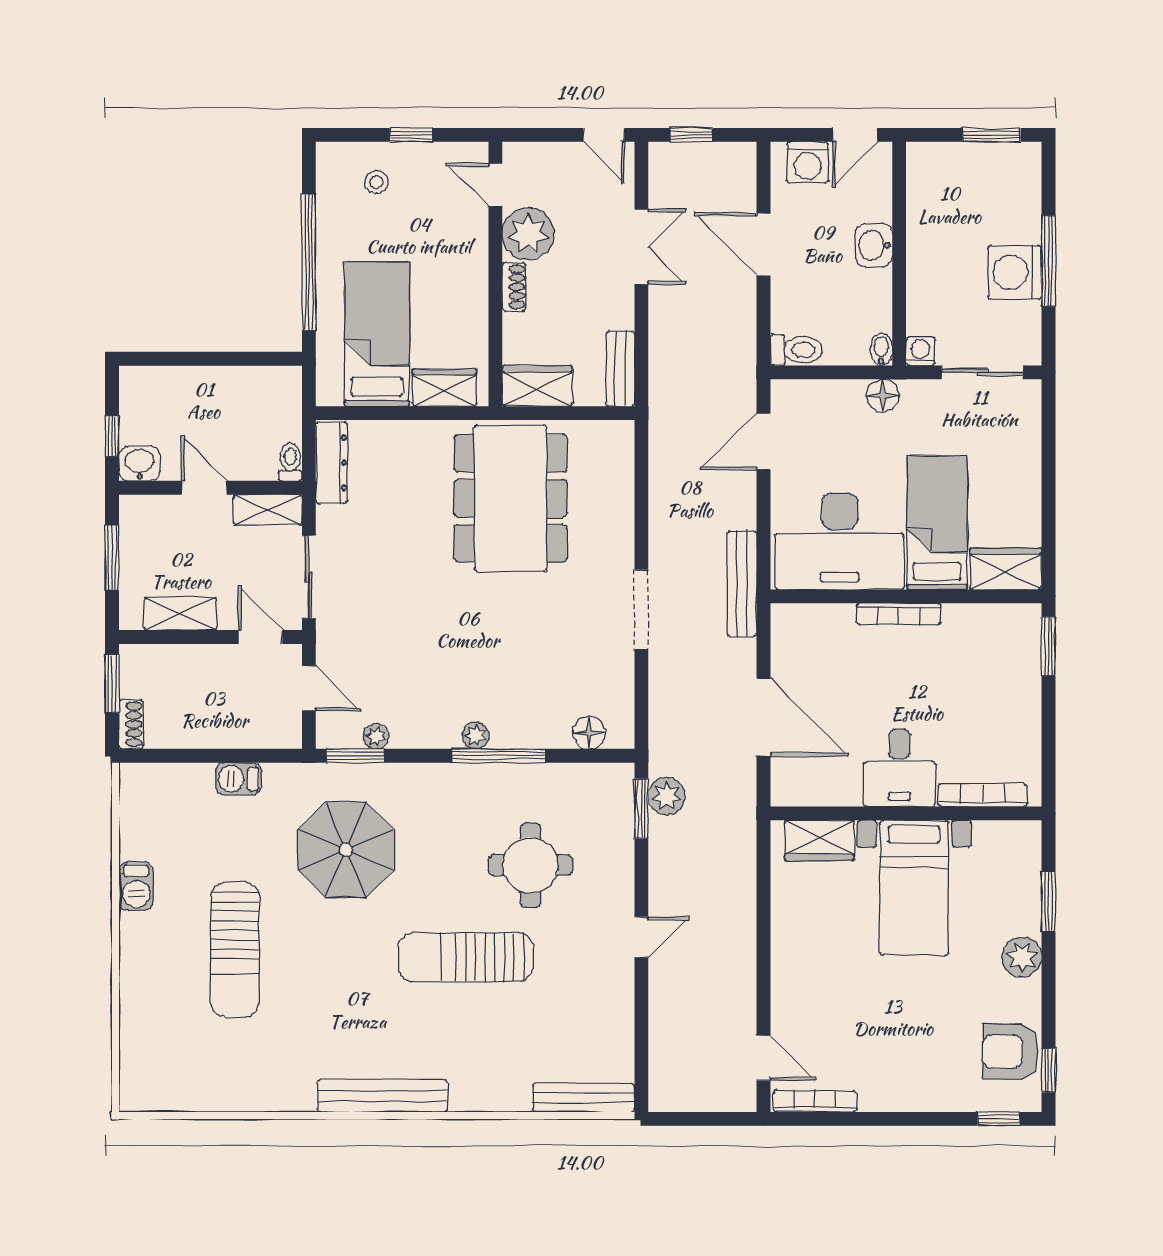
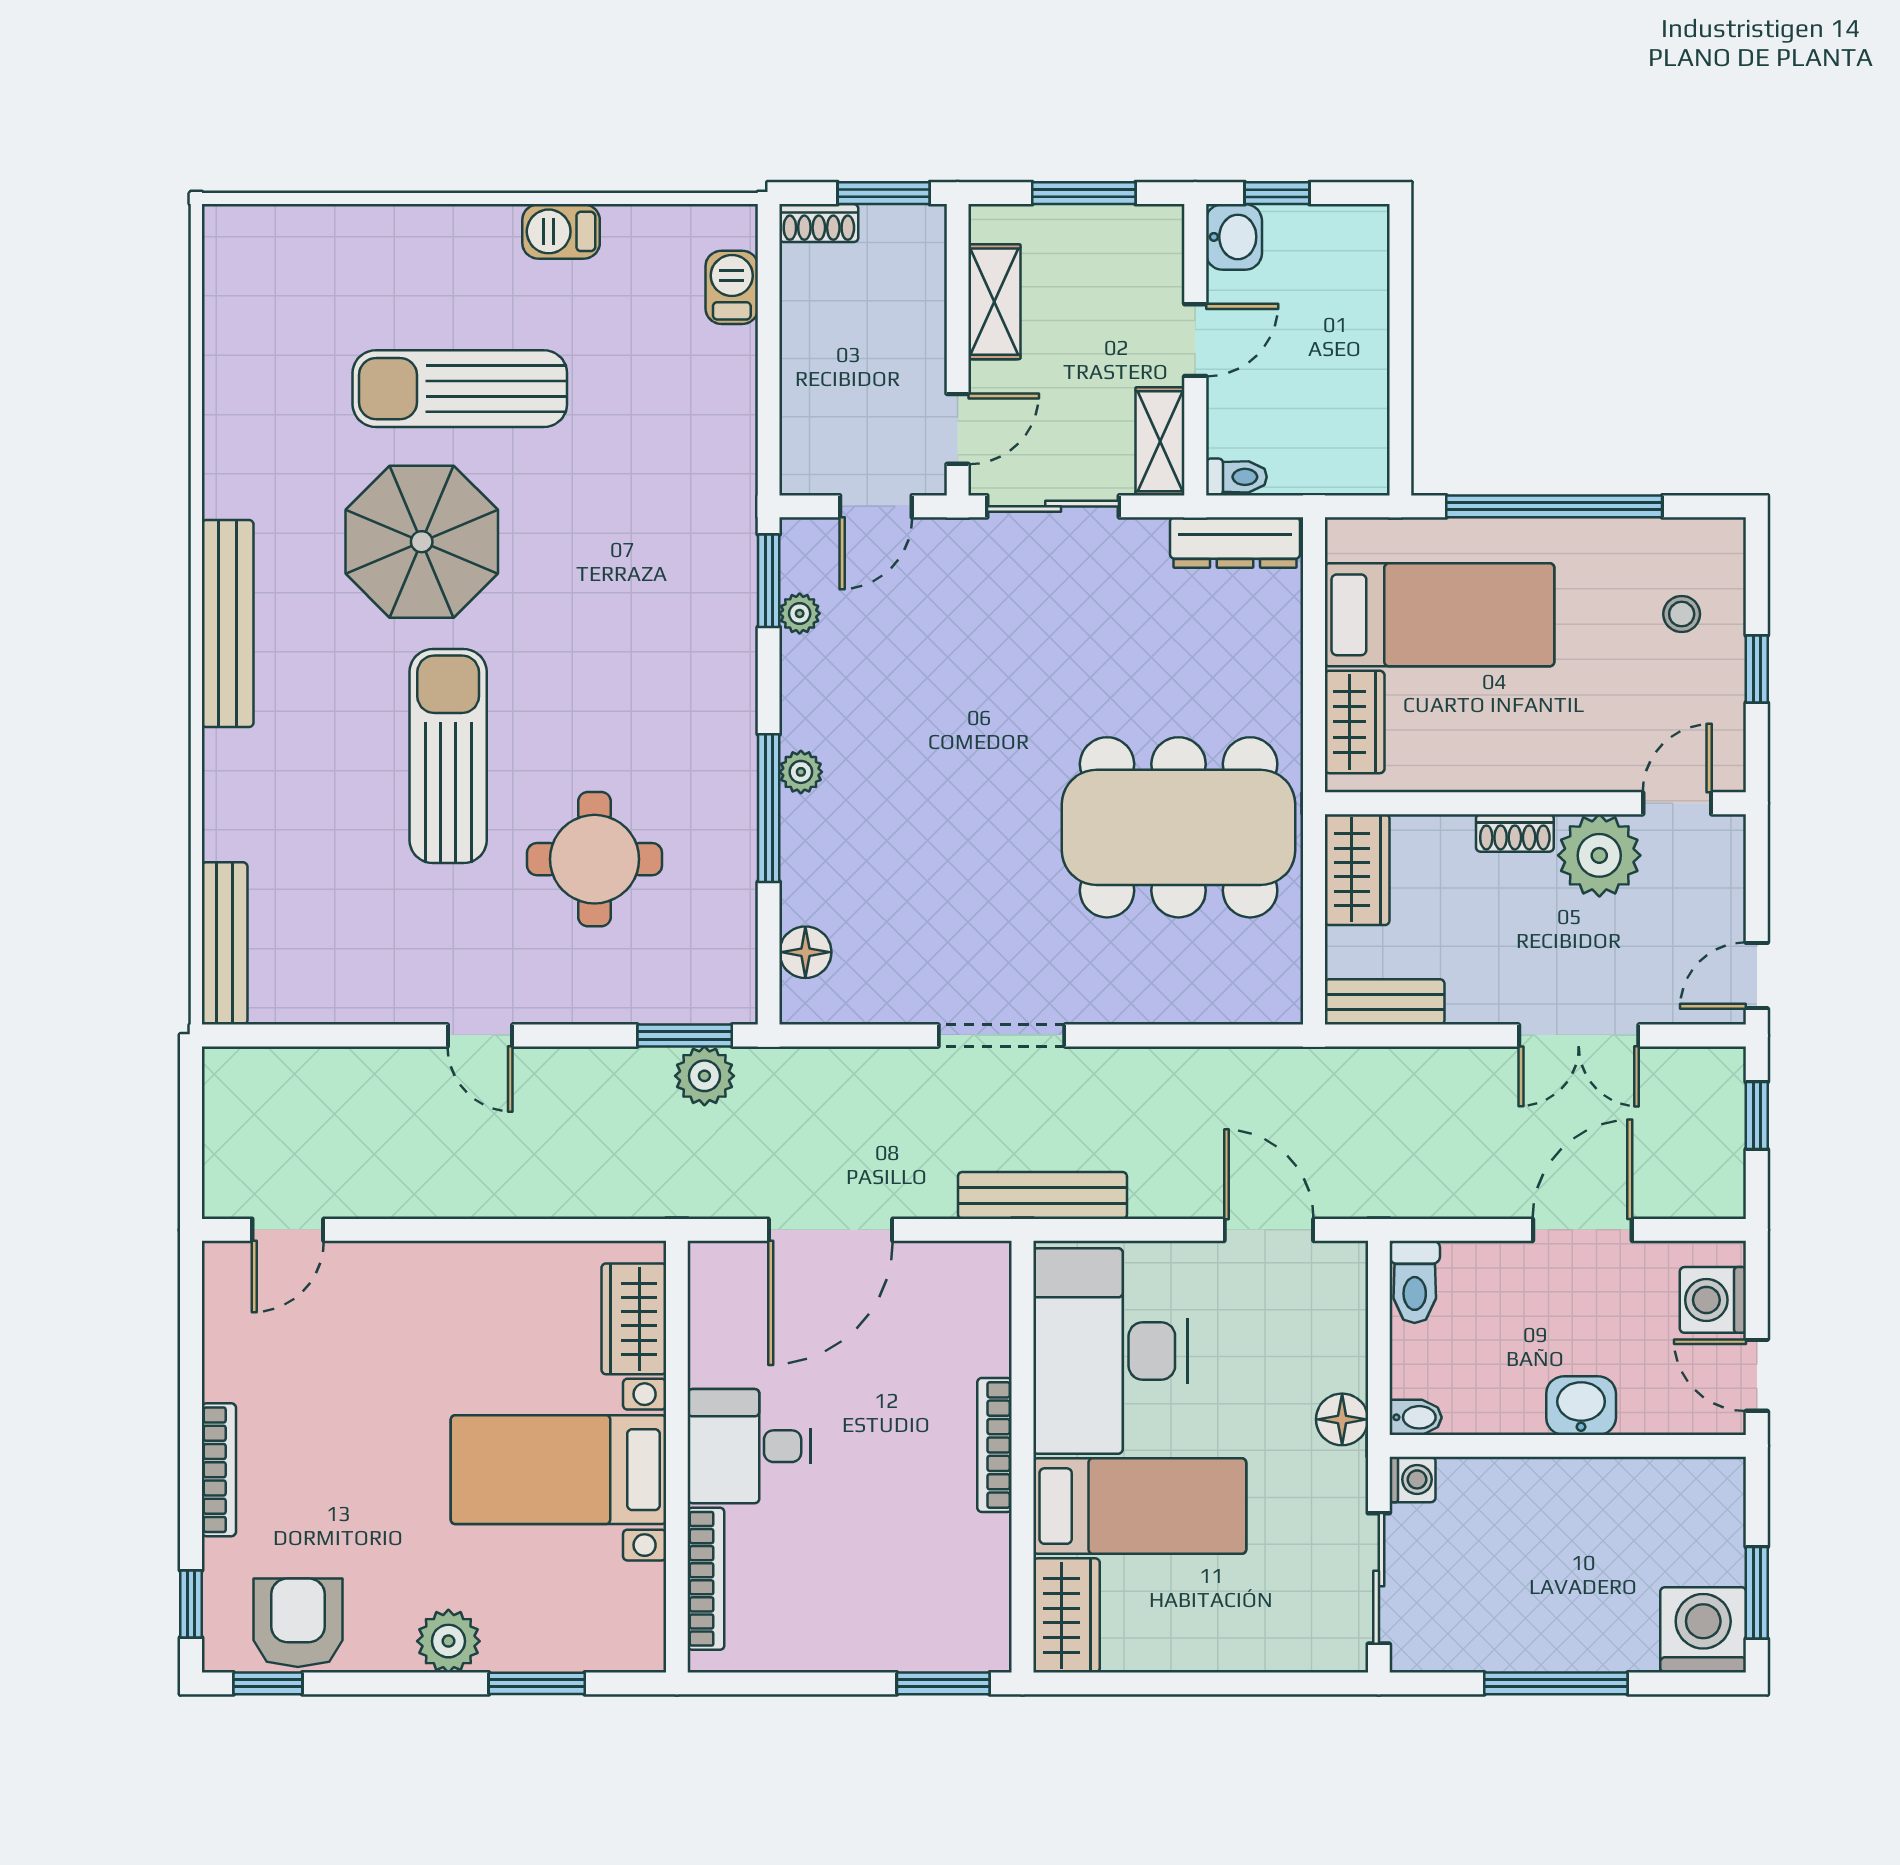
washing machine: (1015, 272) -> (1703, 1630), moved
barbecue: (238, 779) -> (732, 287), moved
parasol: (346, 850) -> (422, 542), moved
bookcase: (815, 1101) -> (219, 1470), moved

